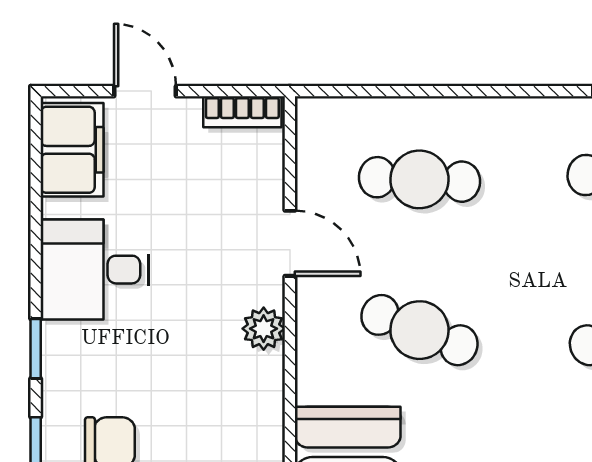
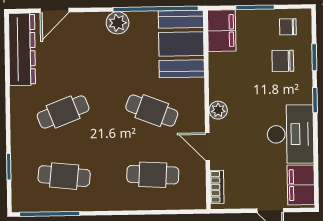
bookcase: (242, 112) -> (217, 187), moved, turned 90
desk: (95, 270) -> (290, 134), width x1.37

